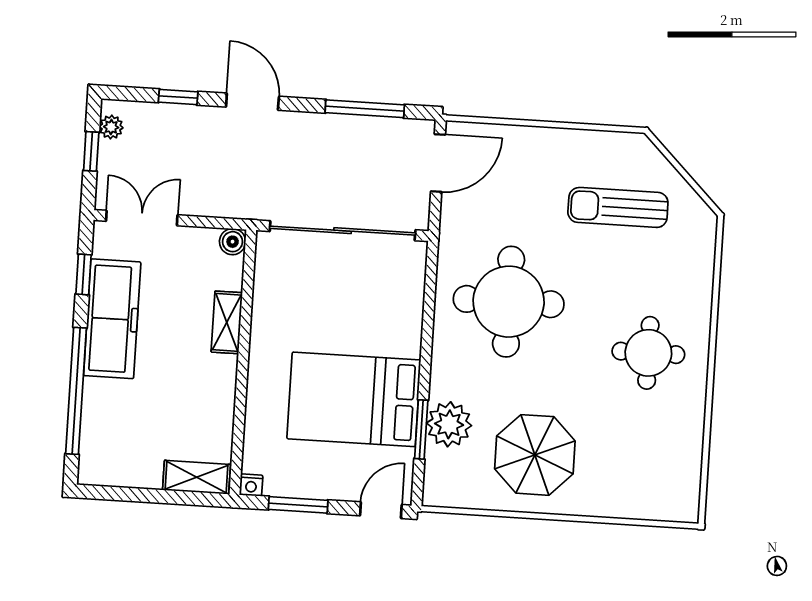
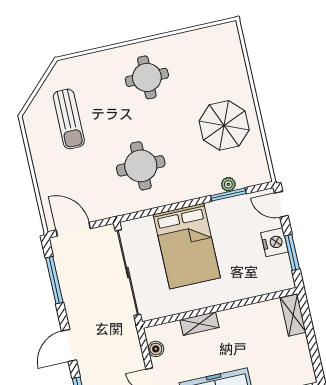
boiler: (233, 242) -> (156, 349), moved
round table: (509, 302) -> (141, 166), width x0.73, depth x0.73
bed: (354, 399) -> (187, 246), moved
plant: (449, 424) -> (228, 184), width x0.53, depth x0.53
nightstand: (251, 485) -> (274, 242), moved, width x1.89, depth x1.79

